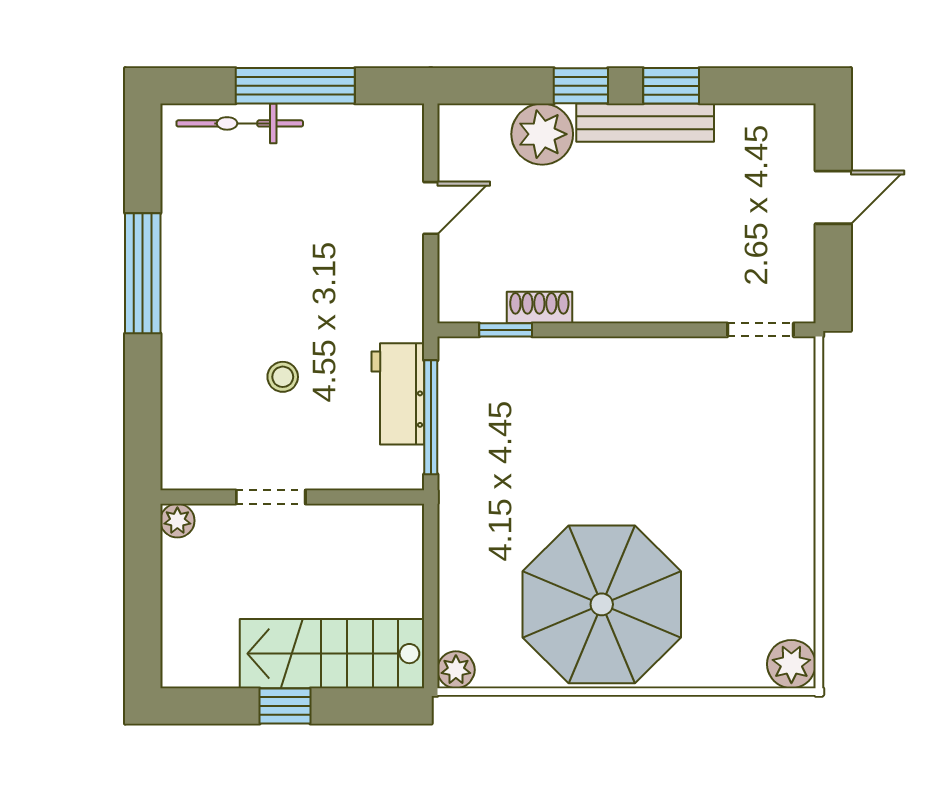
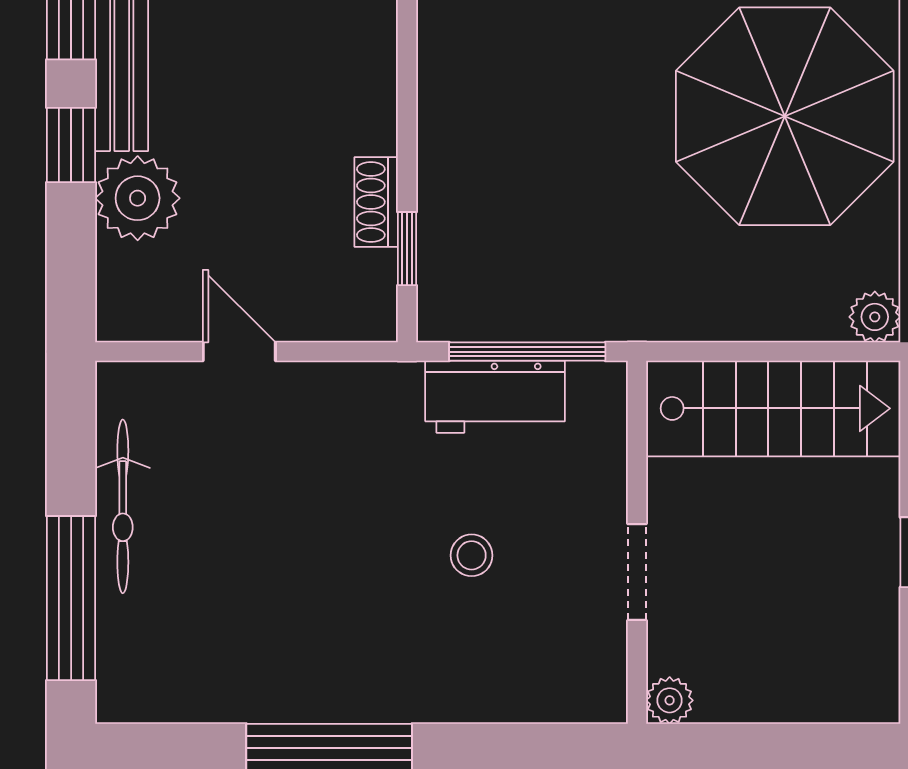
window: (295, 86) -> (71, 598), moved
bicycle: (240, 123) -> (123, 506), moved
stairs: (332, 654) -> (774, 408), moved, turned -90

